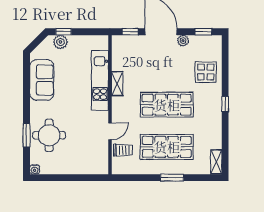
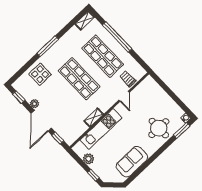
plant: (60, 42) -> (89, 159), moved
window: (225, 104) -> (48, 46), width x2.17
door: (110, 131) -> (124, 96), swing flipped
window: (26, 135) -> (182, 131), moved
window: (172, 178) -> (117, 37), width x2.11

